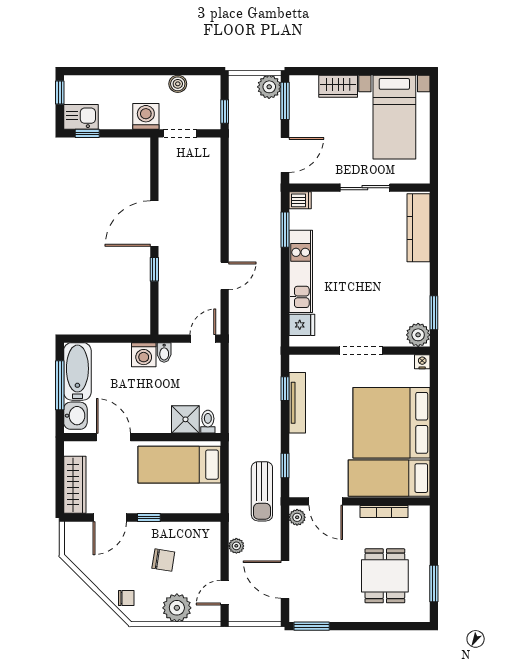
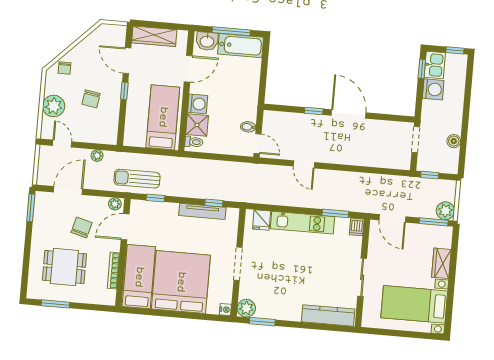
washing machine: (146, 116) -> (433, 89), moved
bidet: (164, 353) -> (248, 127), moved
washing machine: (144, 355) -> (198, 104), moved, turned 180
chair: (332, 558) -> (82, 228), added

